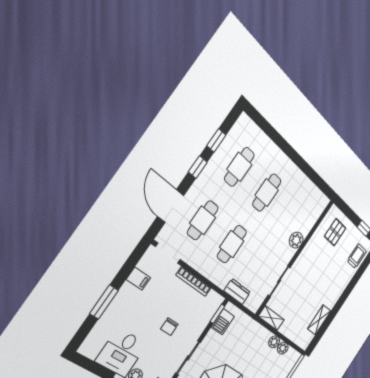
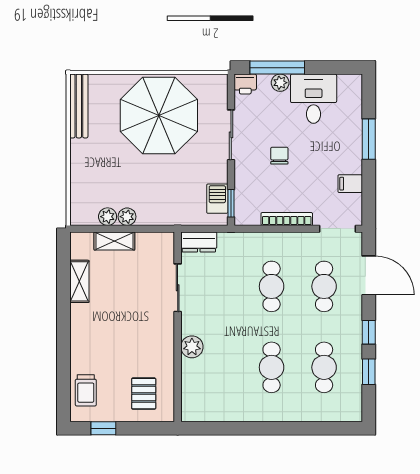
dresser: (237, 292) -> (199, 242), moved
shelving: (271, 318) -> (114, 241), moved

